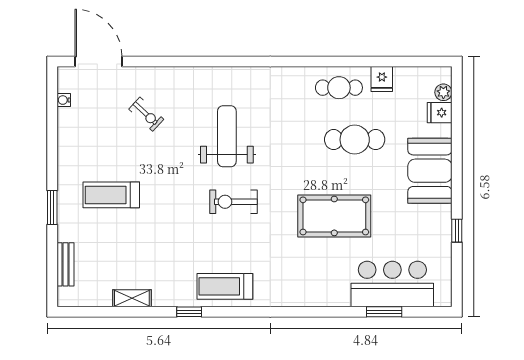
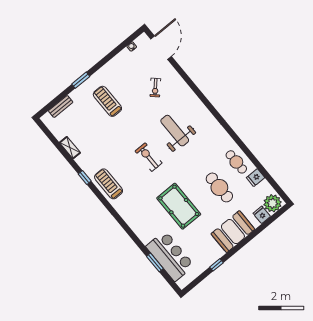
plant: (443, 92) -> (273, 203), width x1.88, depth x1.88
weight bench: (227, 136) -> (175, 131), turned -90

